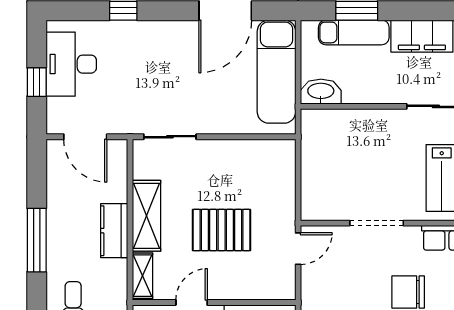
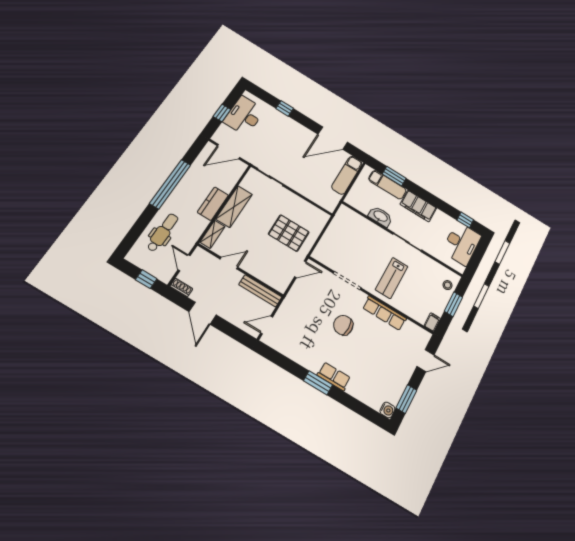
exam couch: (276, 72) -> (347, 175), width x0.73, depth x0.69
washbasin: (321, 92) -> (380, 216), moved
door: (85, 137) -> (229, 152), hinge flipped
pallet: (222, 230) -> (289, 233), moved
window: (37, 240) -> (170, 184), width x1.46

